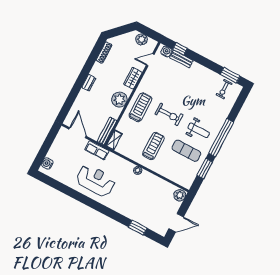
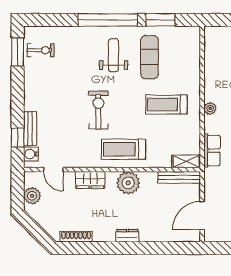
exercise bike: (169, 114) -> (98, 110), moved
row of seats: (97, 150) -> (212, 151), moved
plant: (180, 195) -> (214, 35), removed

